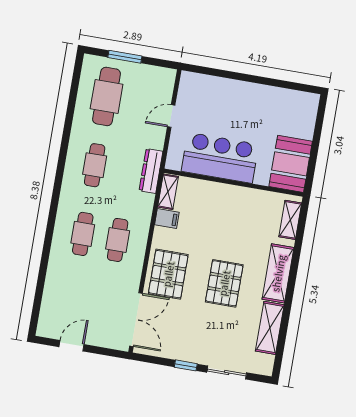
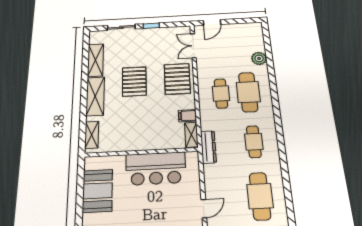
door: (171, 116) -> (204, 209), moved
booth: (291, 164) -> (98, 191), moved
cafe table: (83, 234) -> (248, 92), width x1.37, depth x1.35
plant: (55, 280) -> (259, 58), added
double door: (136, 320) -> (193, 46), width x0.73
door: (71, 346) -> (212, 22), moved

